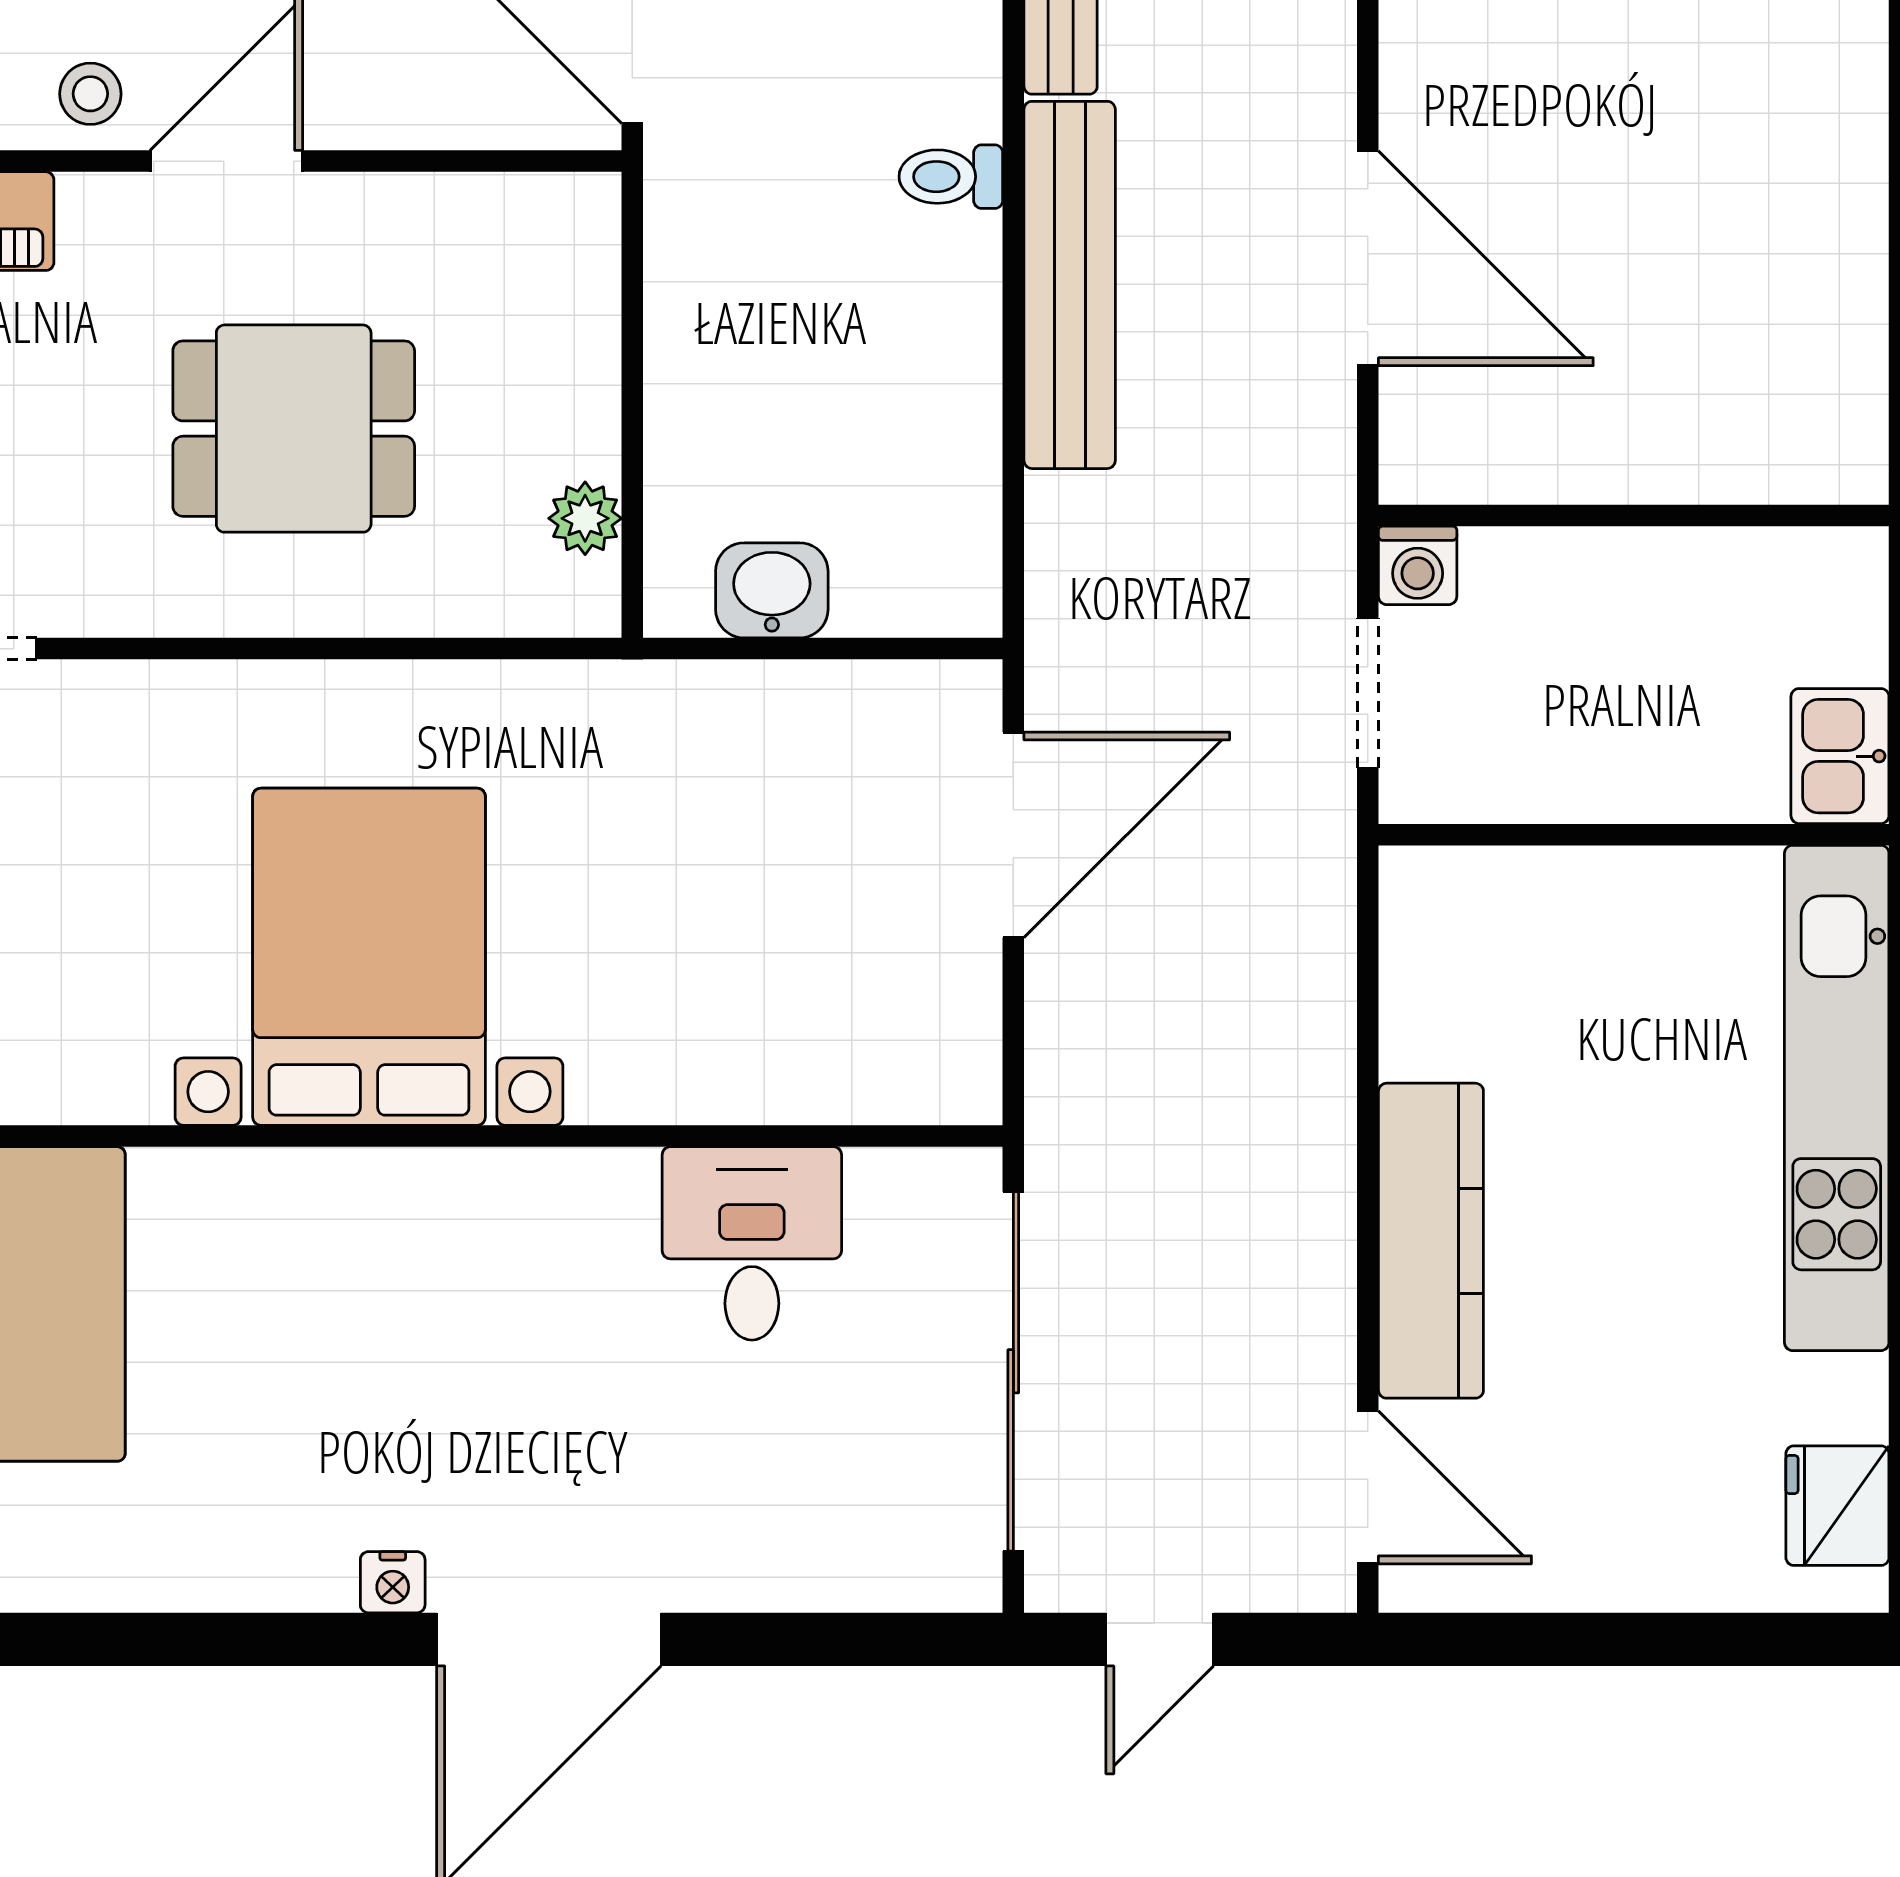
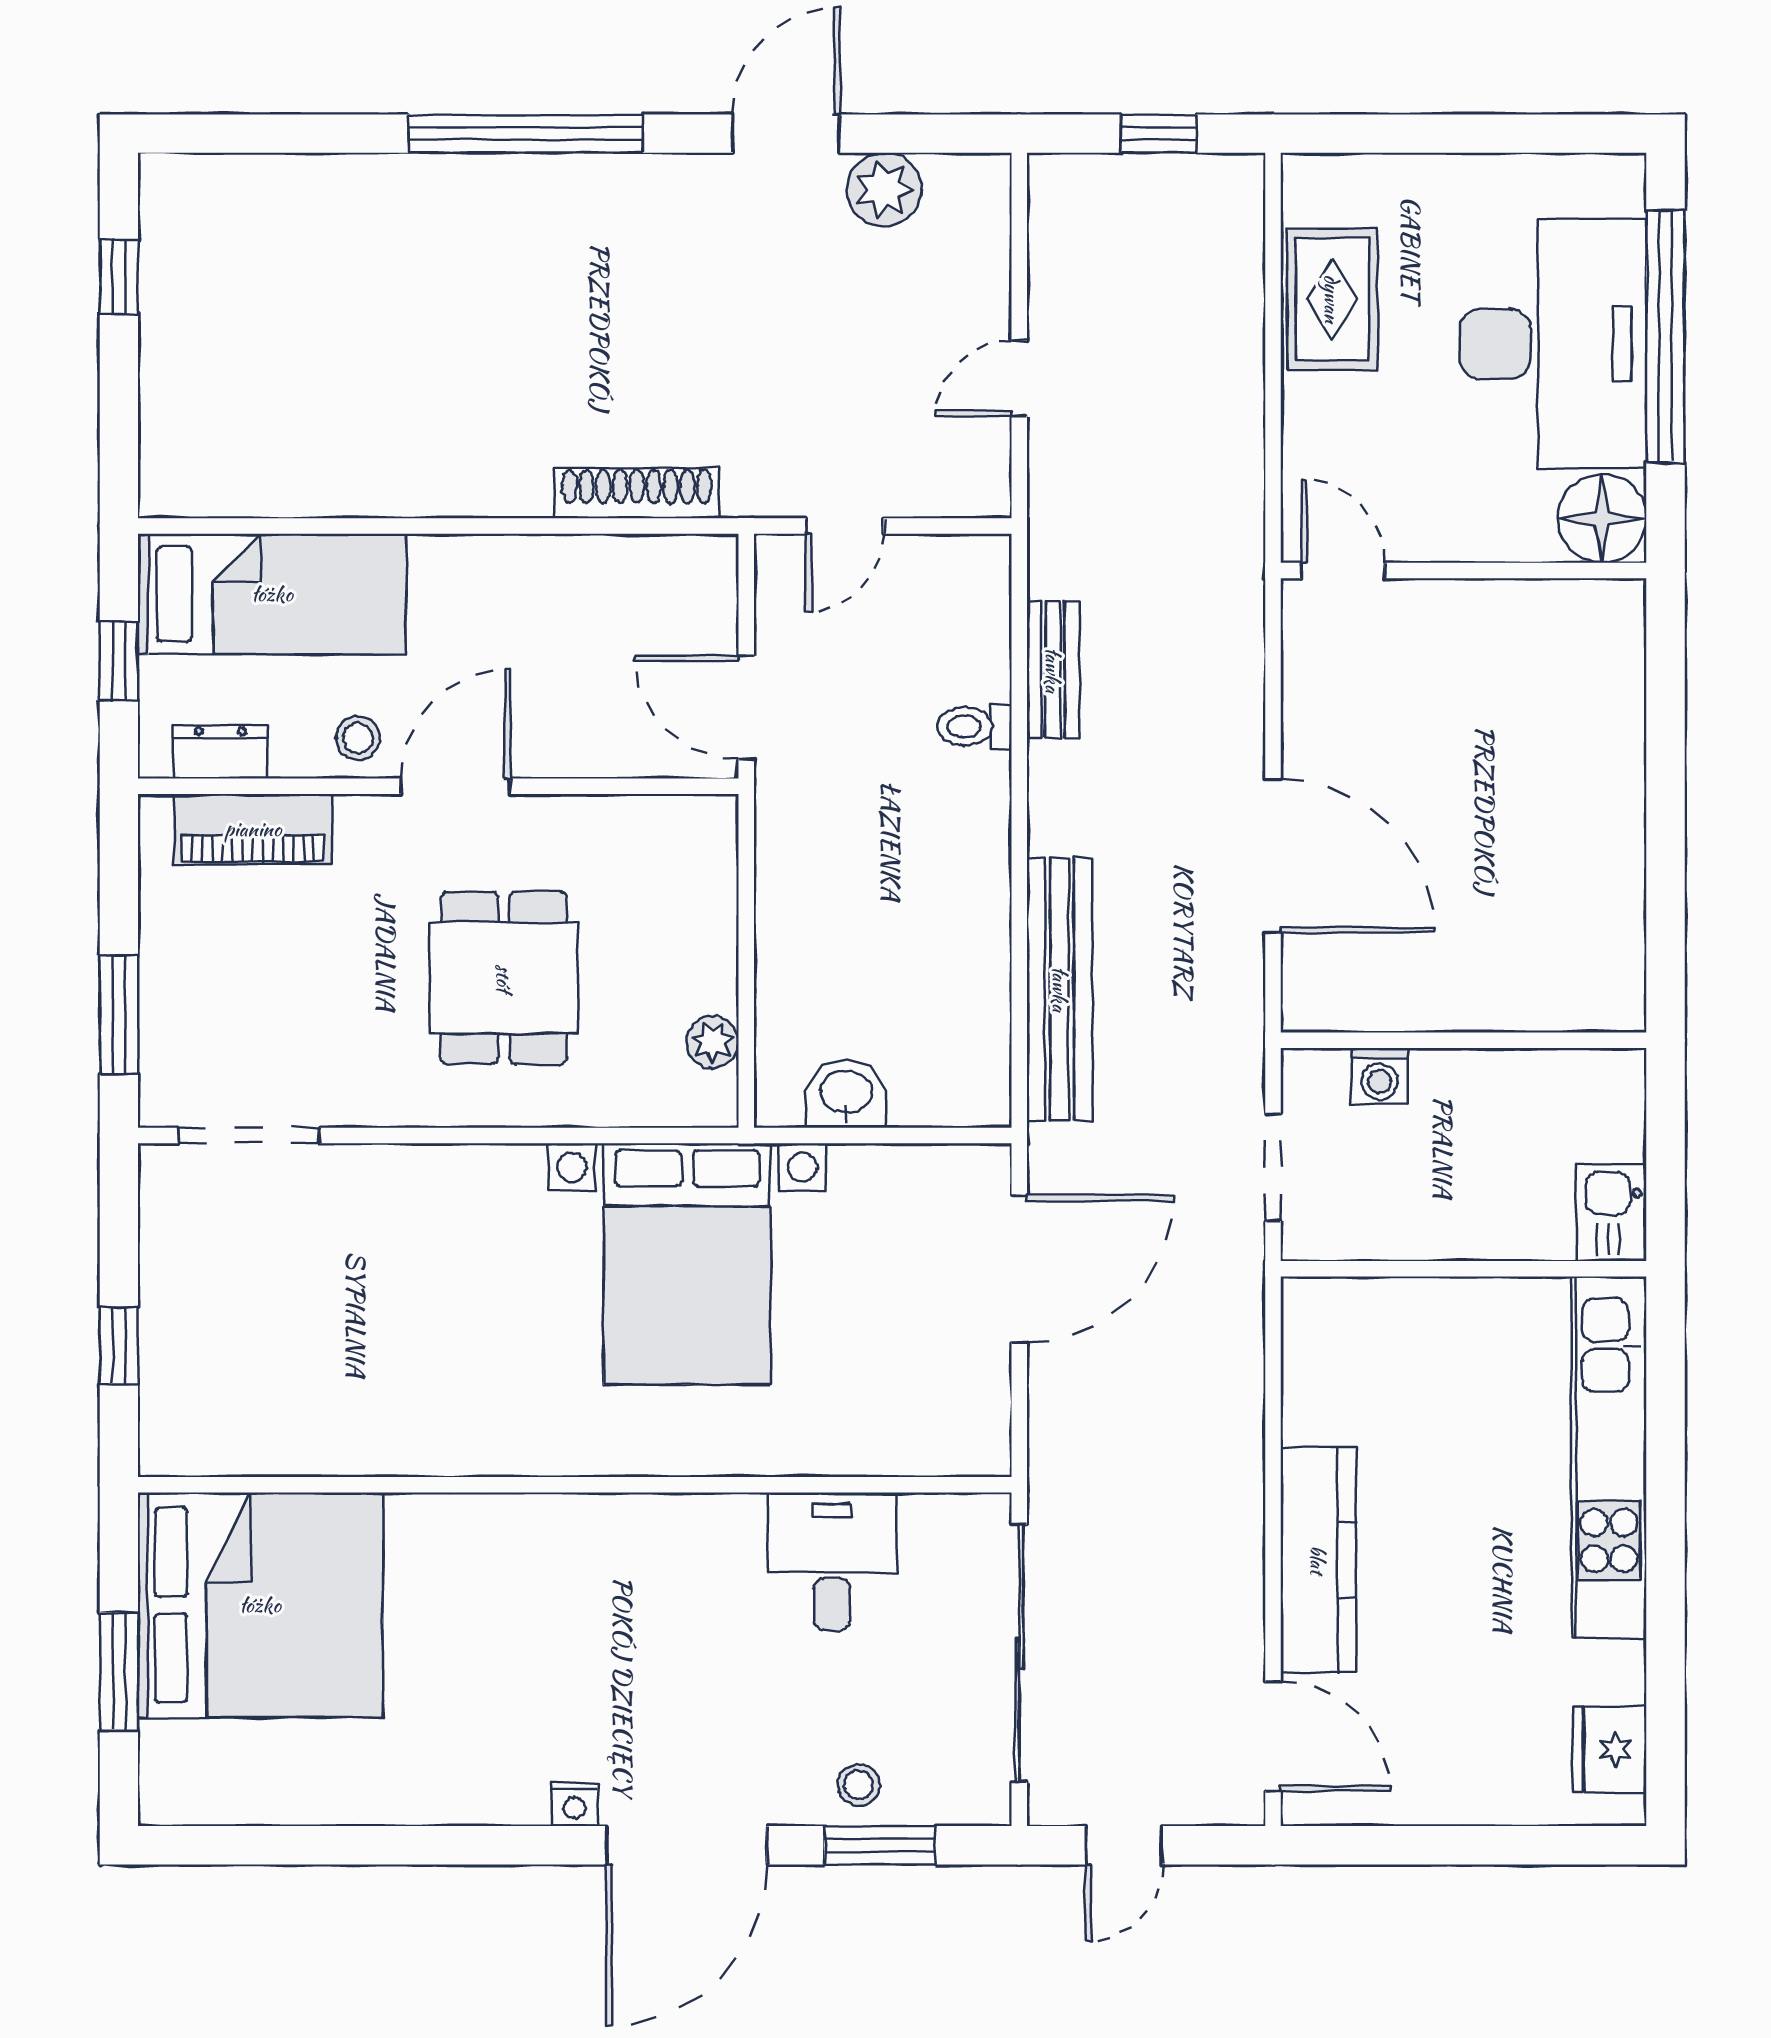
toilet: (951, 177) -> (974, 726), moved
bench: (1070, 285) -> (1060, 989), moved
dining table: (294, 429) -> (504, 978), turned 90
washing machine: (1418, 565) -> (1380, 1076), moved
bed with nightstands: (369, 957) -> (687, 1264), moved, turned 180
stool: (789, 1555) -> (859, 1785), added
window: (819, 1639) -> (880, 1845), added

